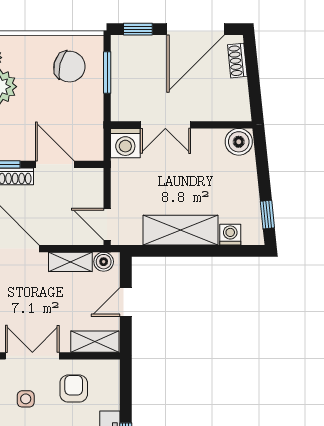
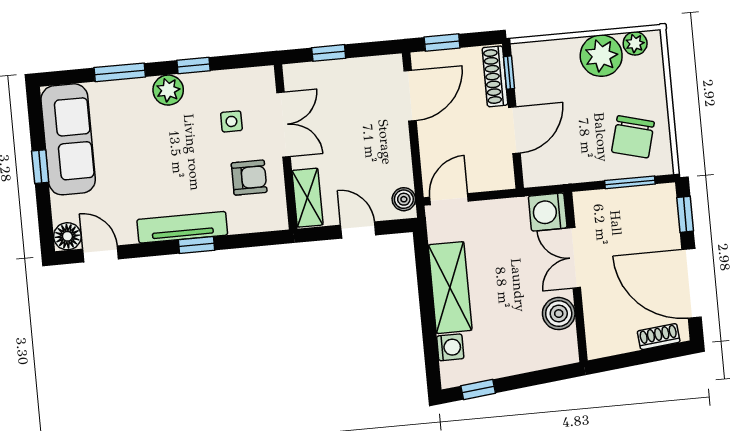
boiler: (239, 142) -> (559, 314), moved
shelving: (70, 262) -> (400, 159), removed

